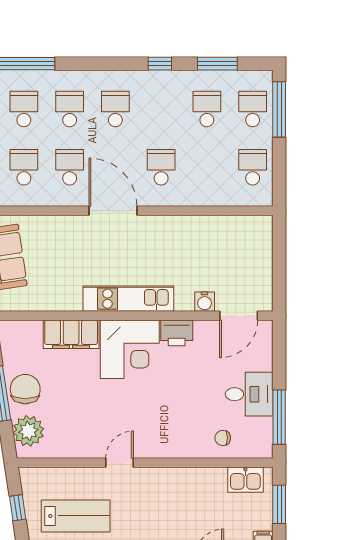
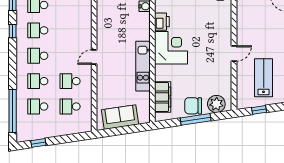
school desk: (161, 167) -> (38, 30), moved
door: (113, 211) -> (94, 57), width x0.53
kitchen unit: (128, 299) -> (143, 66), moved
filing cabinet: (71, 334) -> (163, 97), moved
door: (120, 463) -> (234, 53), swing flipped

